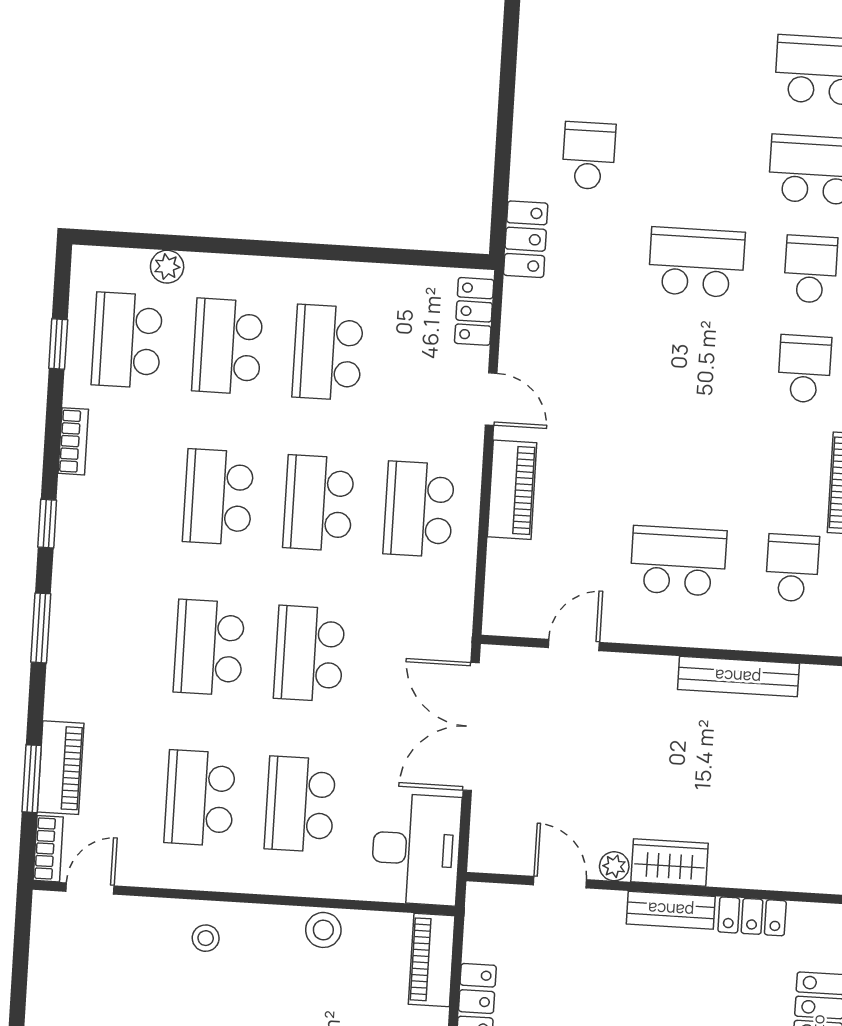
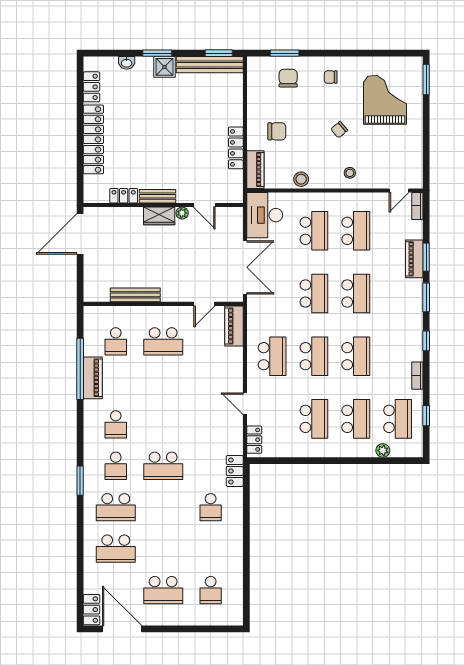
piano: (512, 490) -> (234, 326), moved
piano: (61, 768) -> (414, 259), moved
window: (32, 779) -> (426, 257), moved

